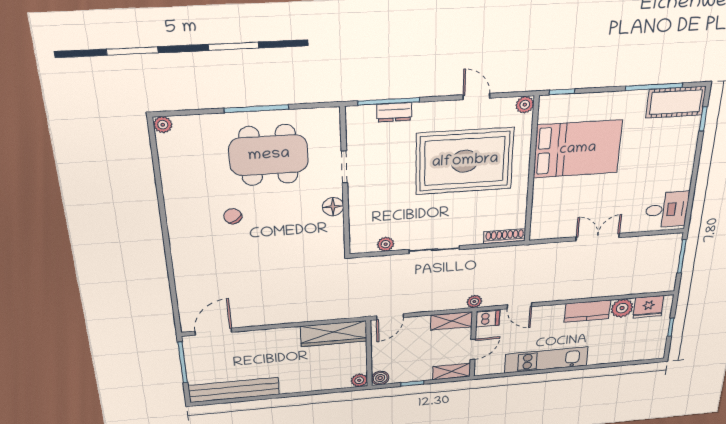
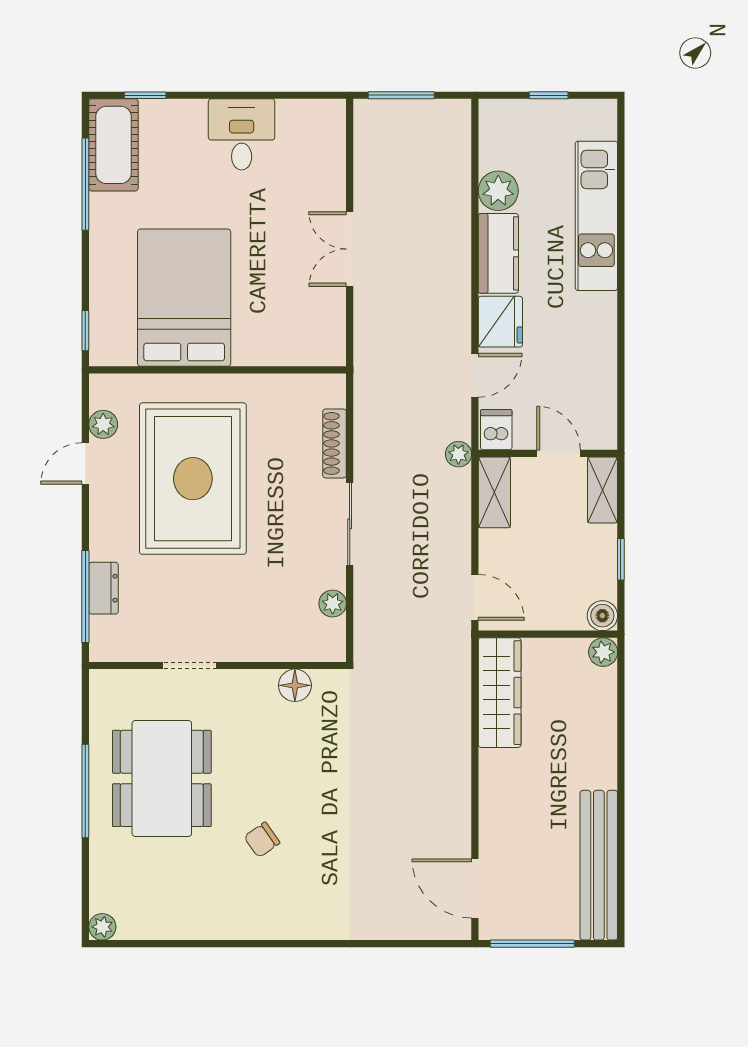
plant: (525, 105) -> (103, 424), moved
floor lamp: (333, 207) -> (295, 685), moved
desk: (667, 210) -> (242, 134), moved
shoe rack: (505, 236) -> (334, 443), moved
fridge: (648, 307) -> (500, 322), moved
kitchen unit: (546, 360) -> (596, 216), moved

